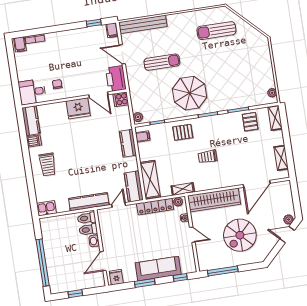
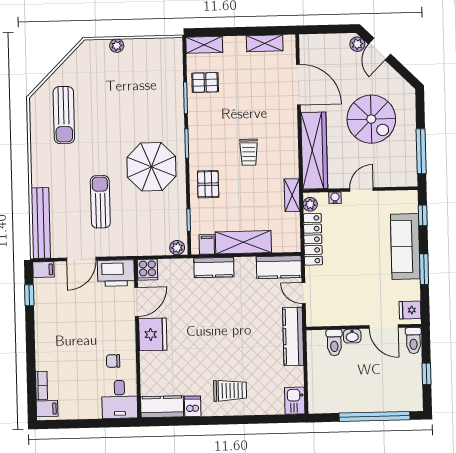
plant: (272, 93) -> (117, 46), moved
shelving: (150, 180) -> (243, 242), moved
toilet: (87, 218) -> (413, 341), moved

